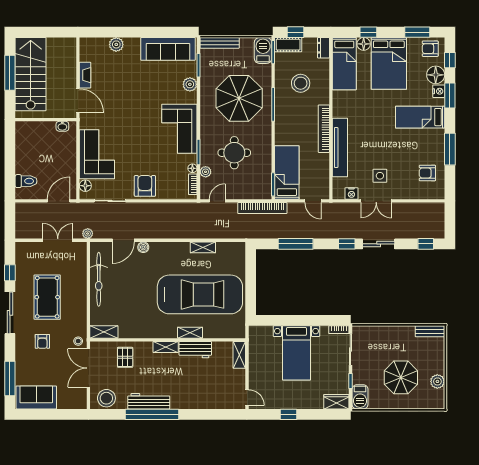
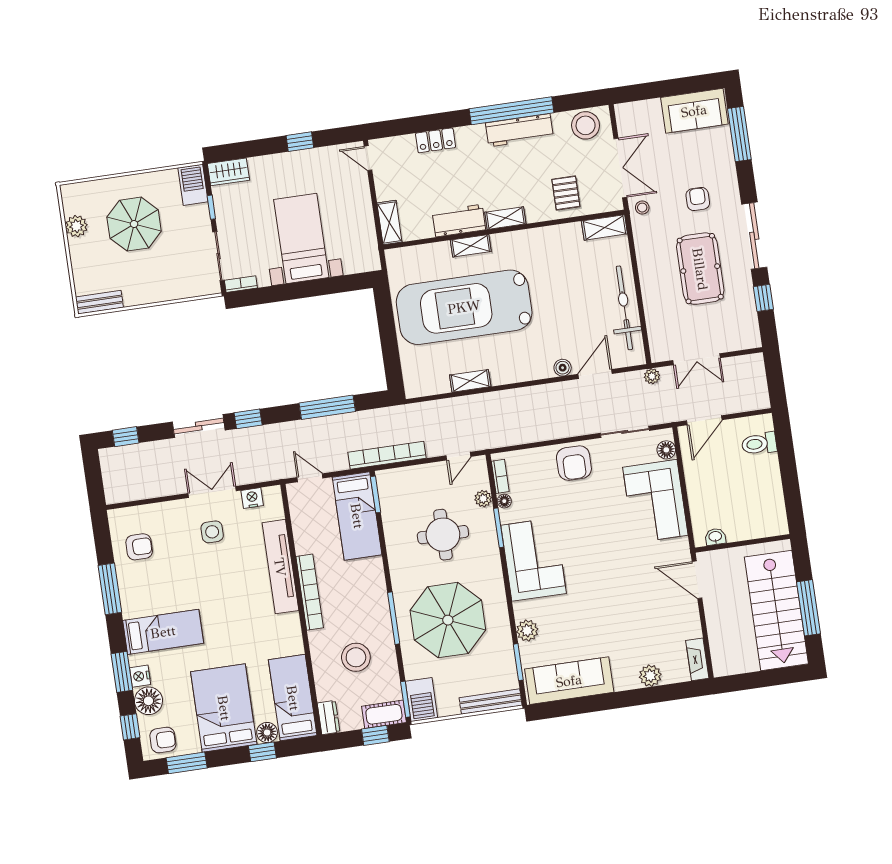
fireplace: (85, 75) -> (697, 659), moved
locker: (203, 403) -> (436, 140), added

